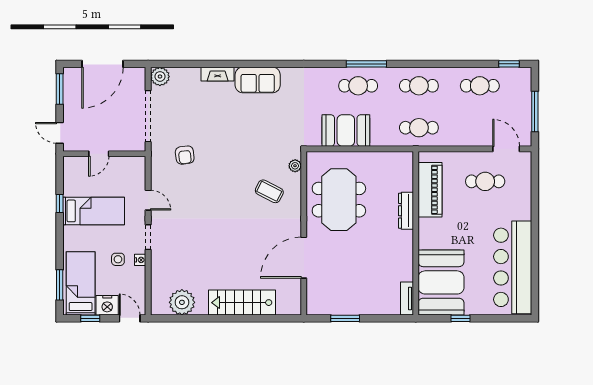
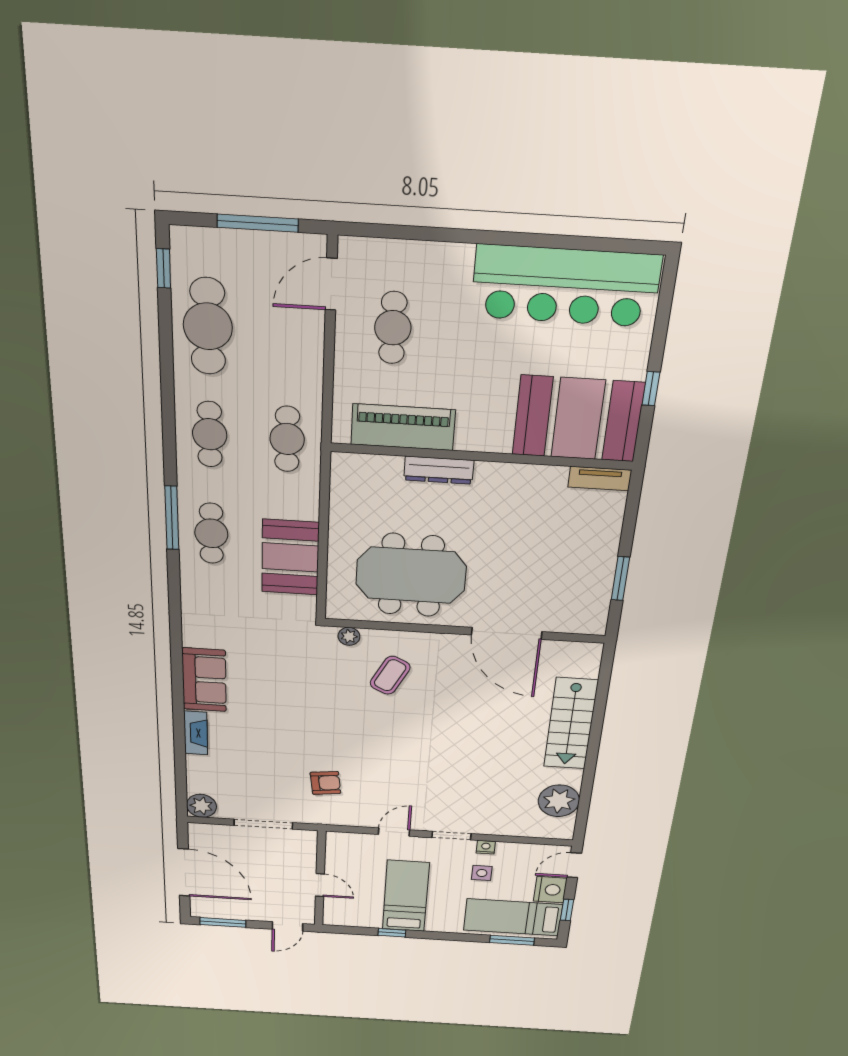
cafe table: (480, 86) -> (208, 326), width x1.37, depth x1.35
doorway: (148, 116) -> (263, 824), width x0.73

